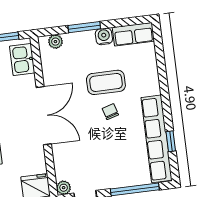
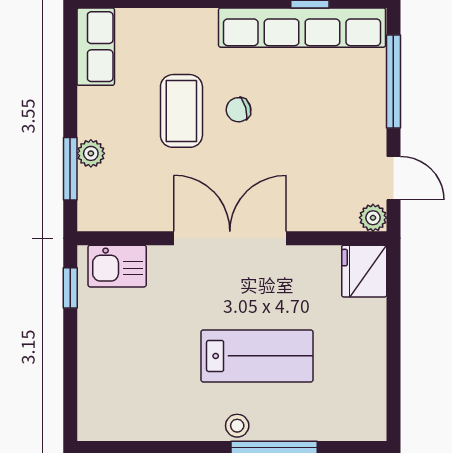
window: (84, 27) -> (70, 169), moved
water cooler: (104, 36) -> (93, 104), removed
plant: (55, 42) -> (91, 153), moved

